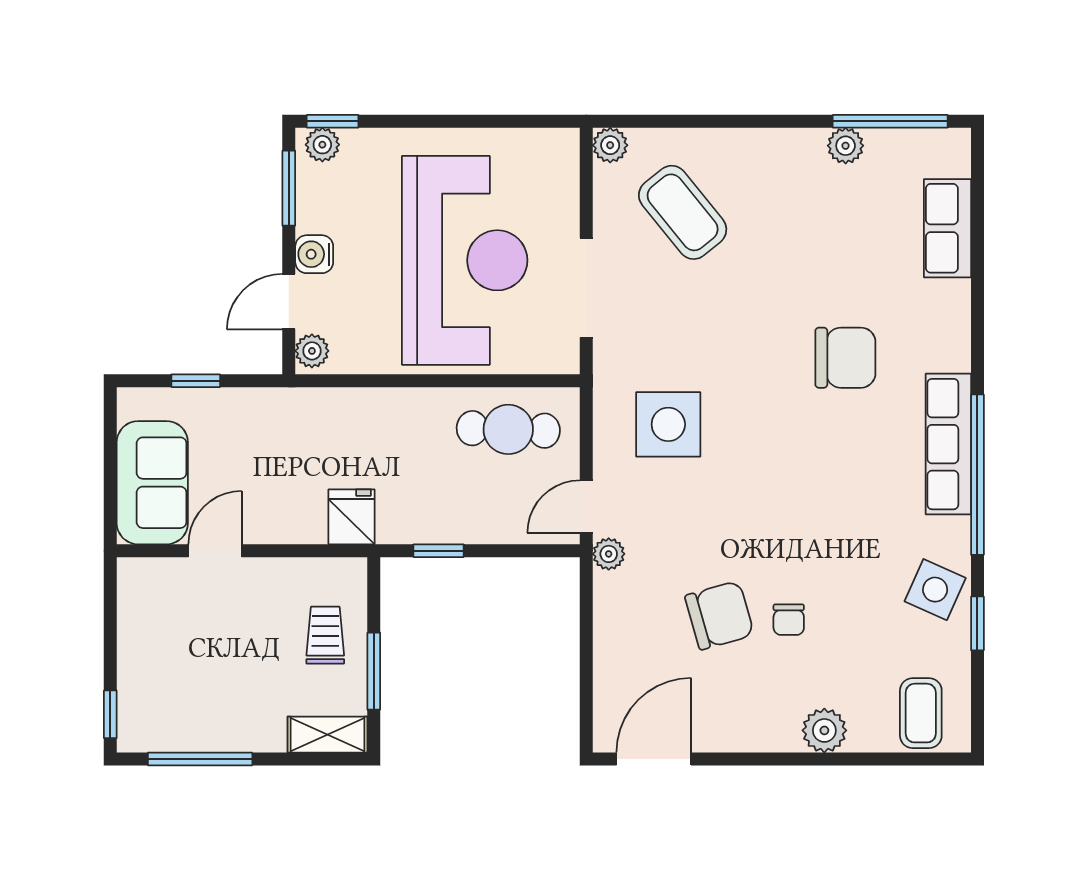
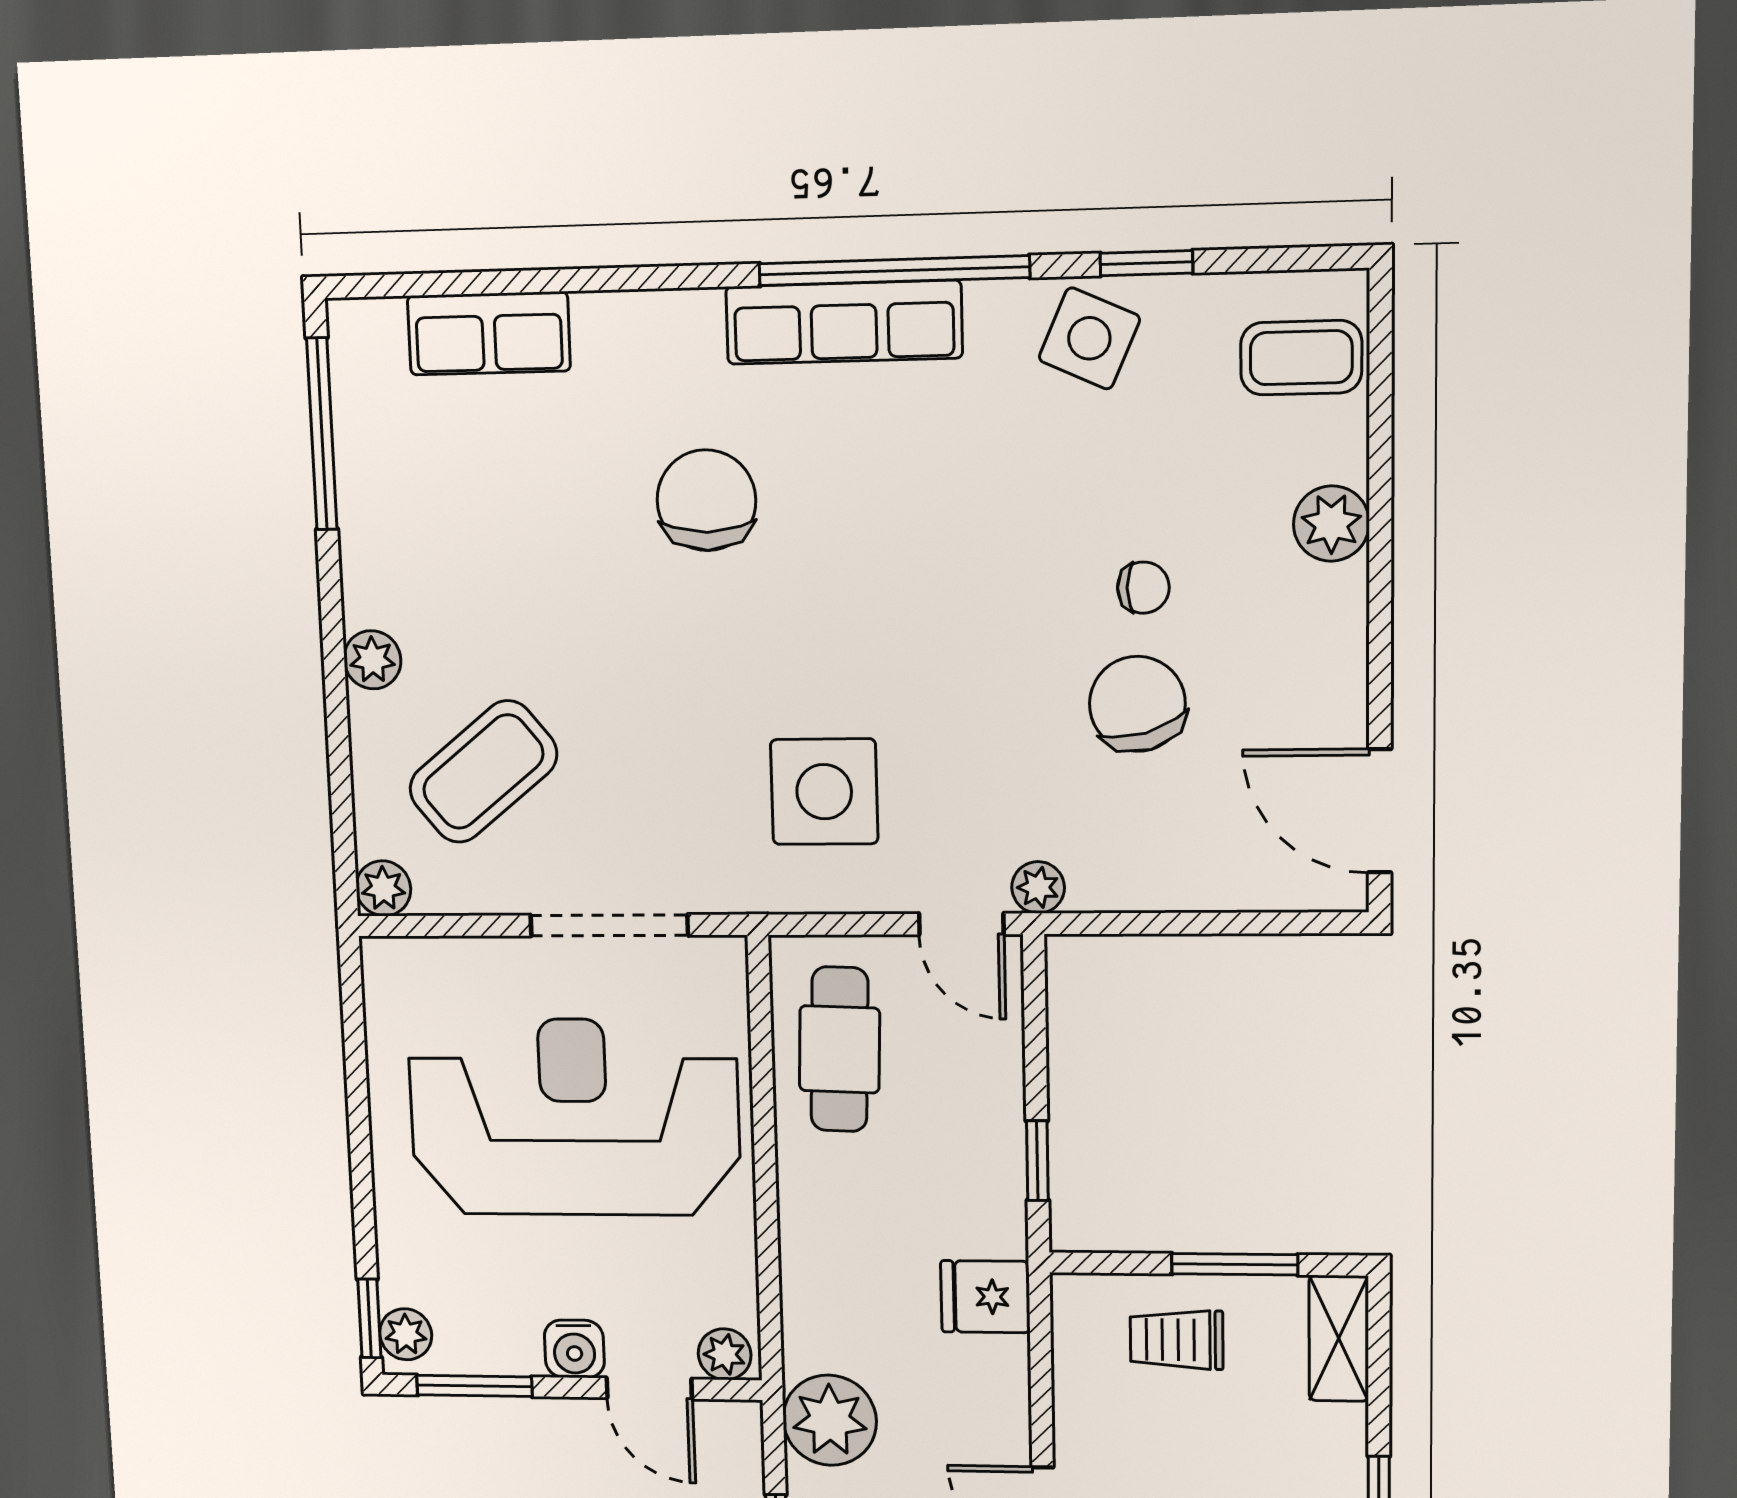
plant: (846, 146) -> (372, 660), moved
plant: (270, 417) -> (830, 1420), added

